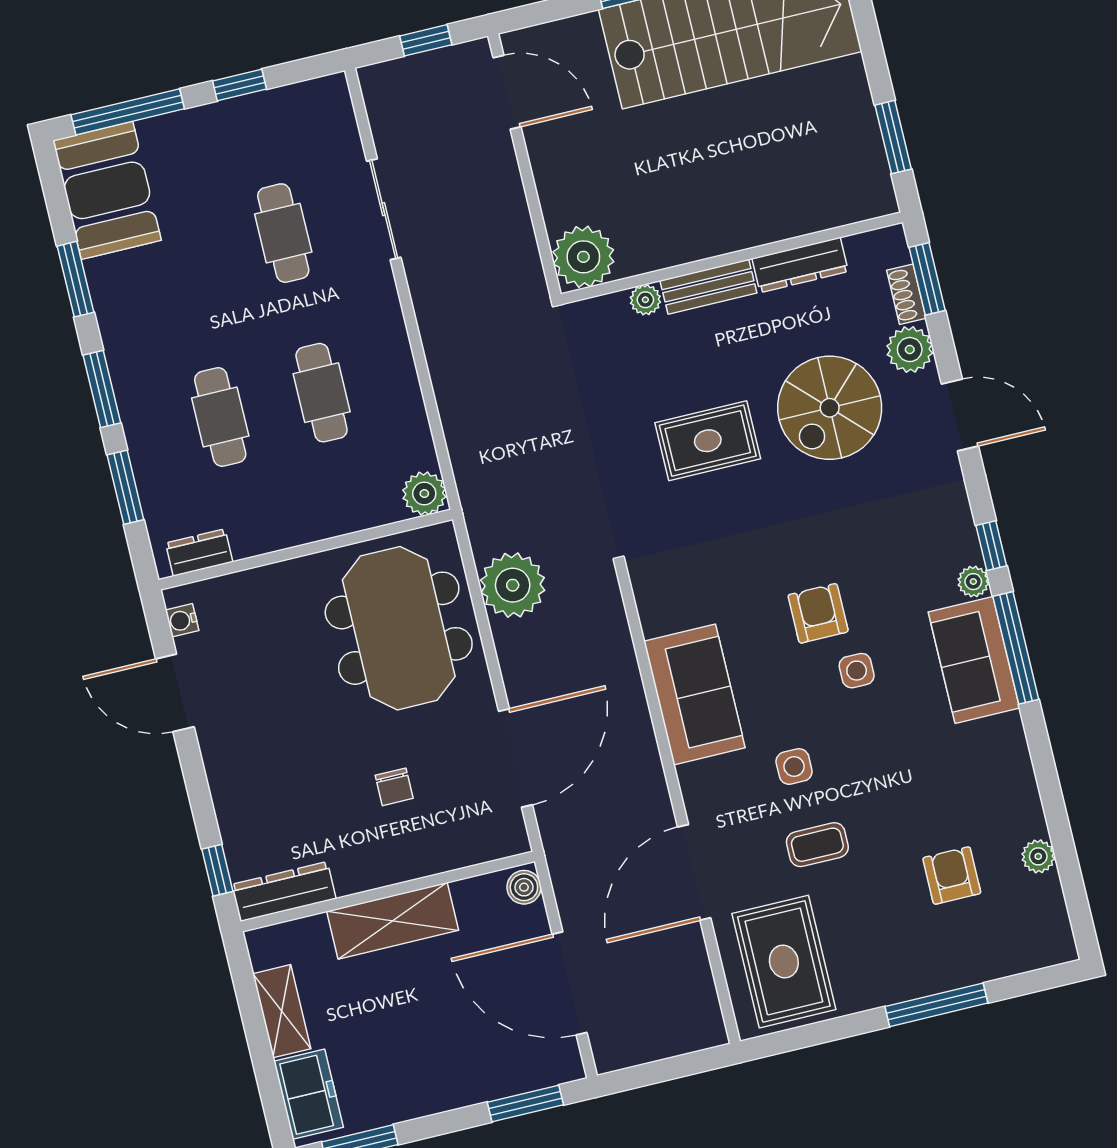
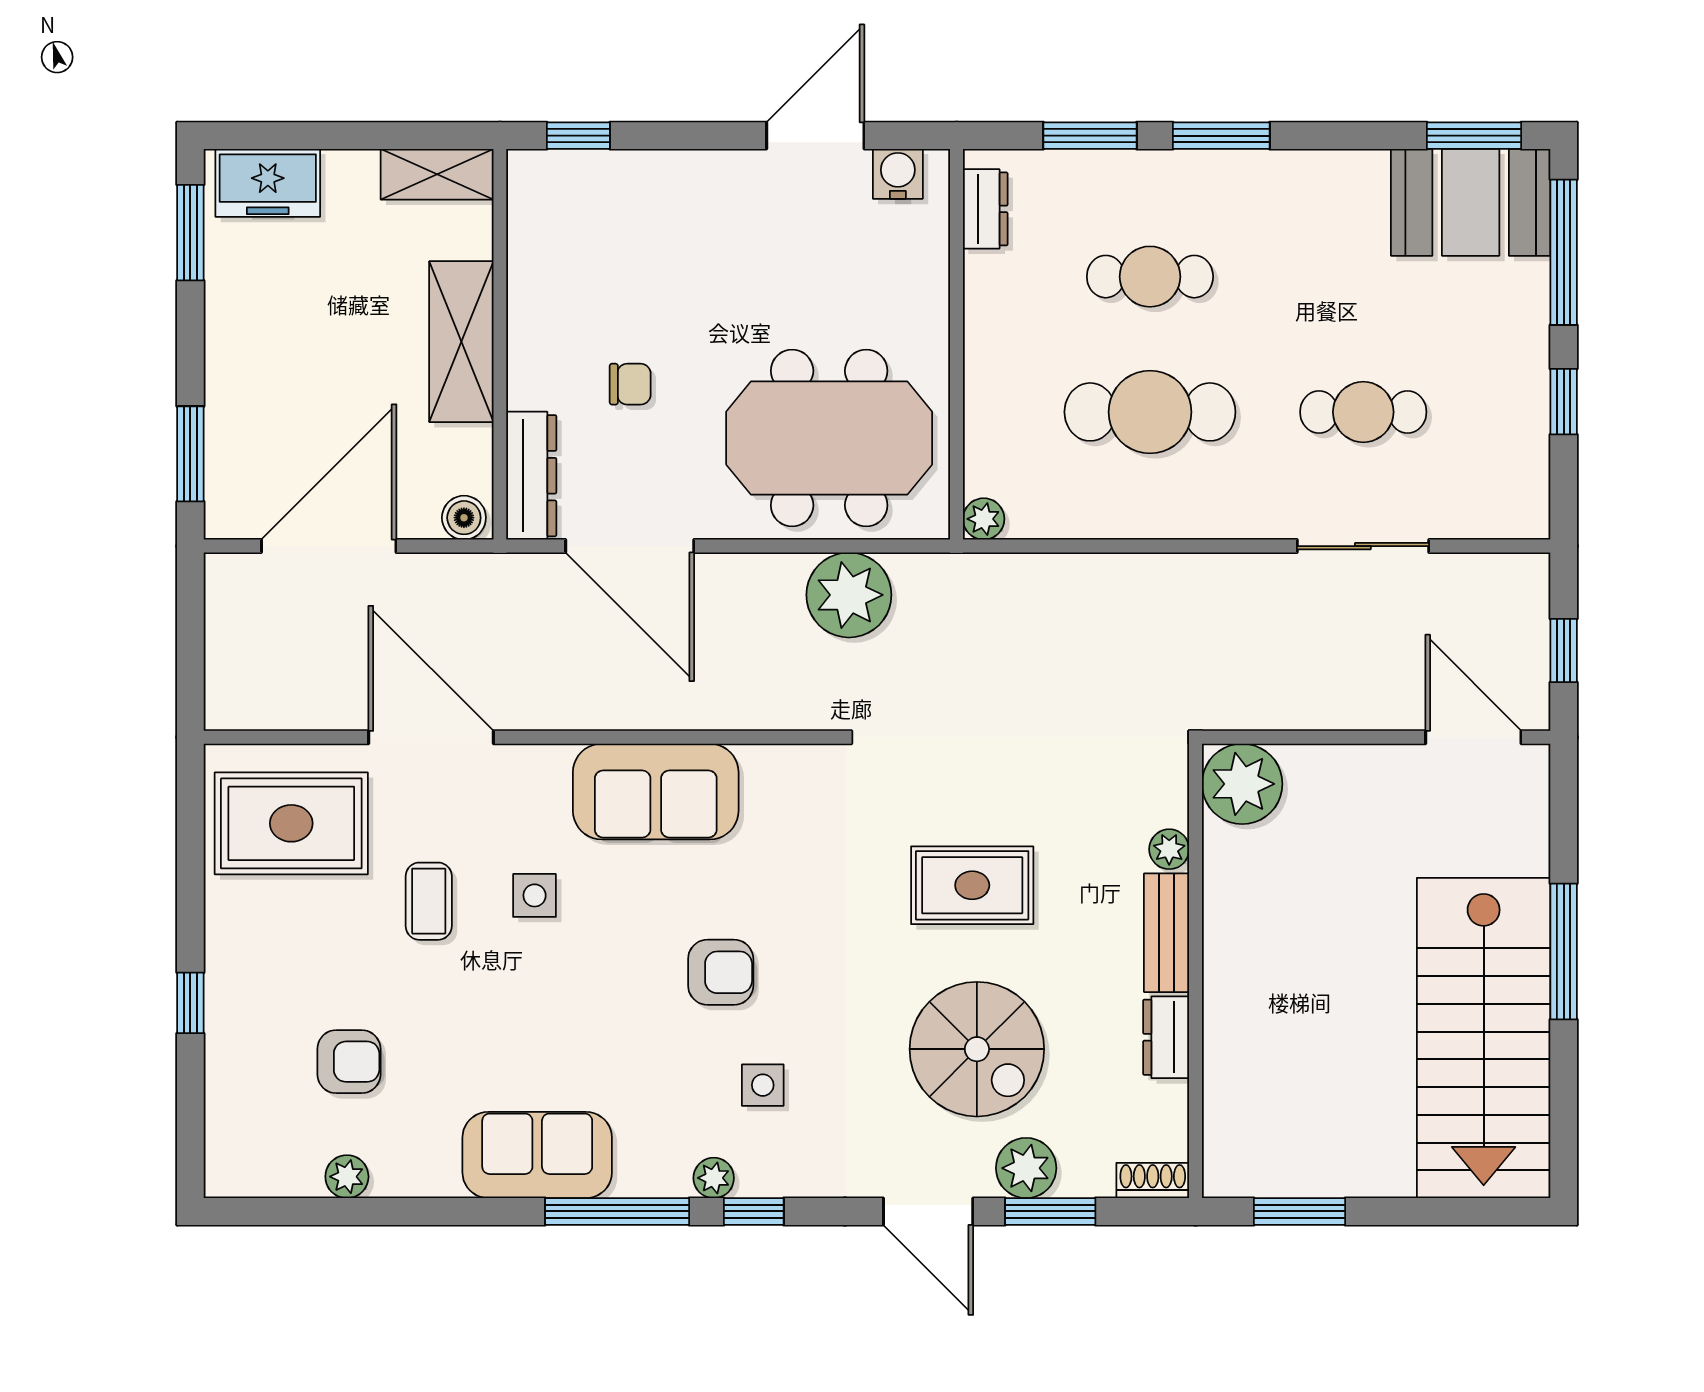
door: (507, 92) -> (1473, 737), swing flipped
dresser: (800, 265) -> (1166, 1037), width x0.70
window: (75, 279) -> (1474, 136), moved
window: (927, 279) -> (1050, 1211), moved
shoe rack: (906, 294) -> (1153, 1181), moved
cafe table: (322, 393) -> (1150, 412), width x1.37, depth x1.35
spiral stairs: (830, 408) -> (977, 1049), turned 180
door: (960, 415) -> (928, 1211), hinge flipped
rug: (708, 441) -> (972, 885), turned 90
plant: (424, 494) -> (984, 519), width x0.73, depth x0.73
water cooler: (182, 620) -> (898, 174), width x1.38, depth x1.38
sofa: (974, 660) -> (537, 1155), moved
side table: (857, 671) -> (763, 1085), moved
chair: (394, 787) -> (630, 384), turned 180
dresser: (284, 892) -> (531, 476), moved
window: (936, 1005) -> (190, 1003), width x0.46
shelving: (282, 1011) -> (437, 174), moved

